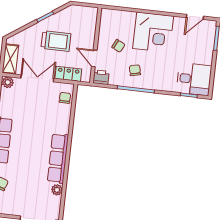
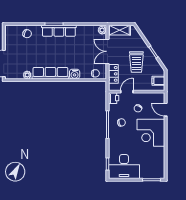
filing cabinet: (84, 14) -> (158, 81), added
door: (195, 17) -> (166, 110), moved
double door: (37, 78) -> (108, 51), swing flipped
desk: (194, 79) -> (124, 167), width x1.37
water cooler: (63, 126) -> (75, 74), added

